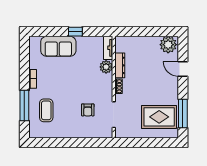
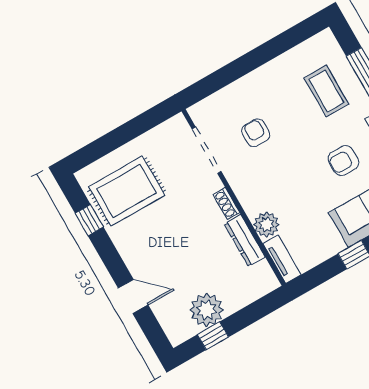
window: (158, 32) -> (213, 336), added
plant: (168, 45) -> (207, 310), moved
armchair: (56, 76) -> (344, 161), added
window: (183, 114) -> (89, 220), width x0.46

